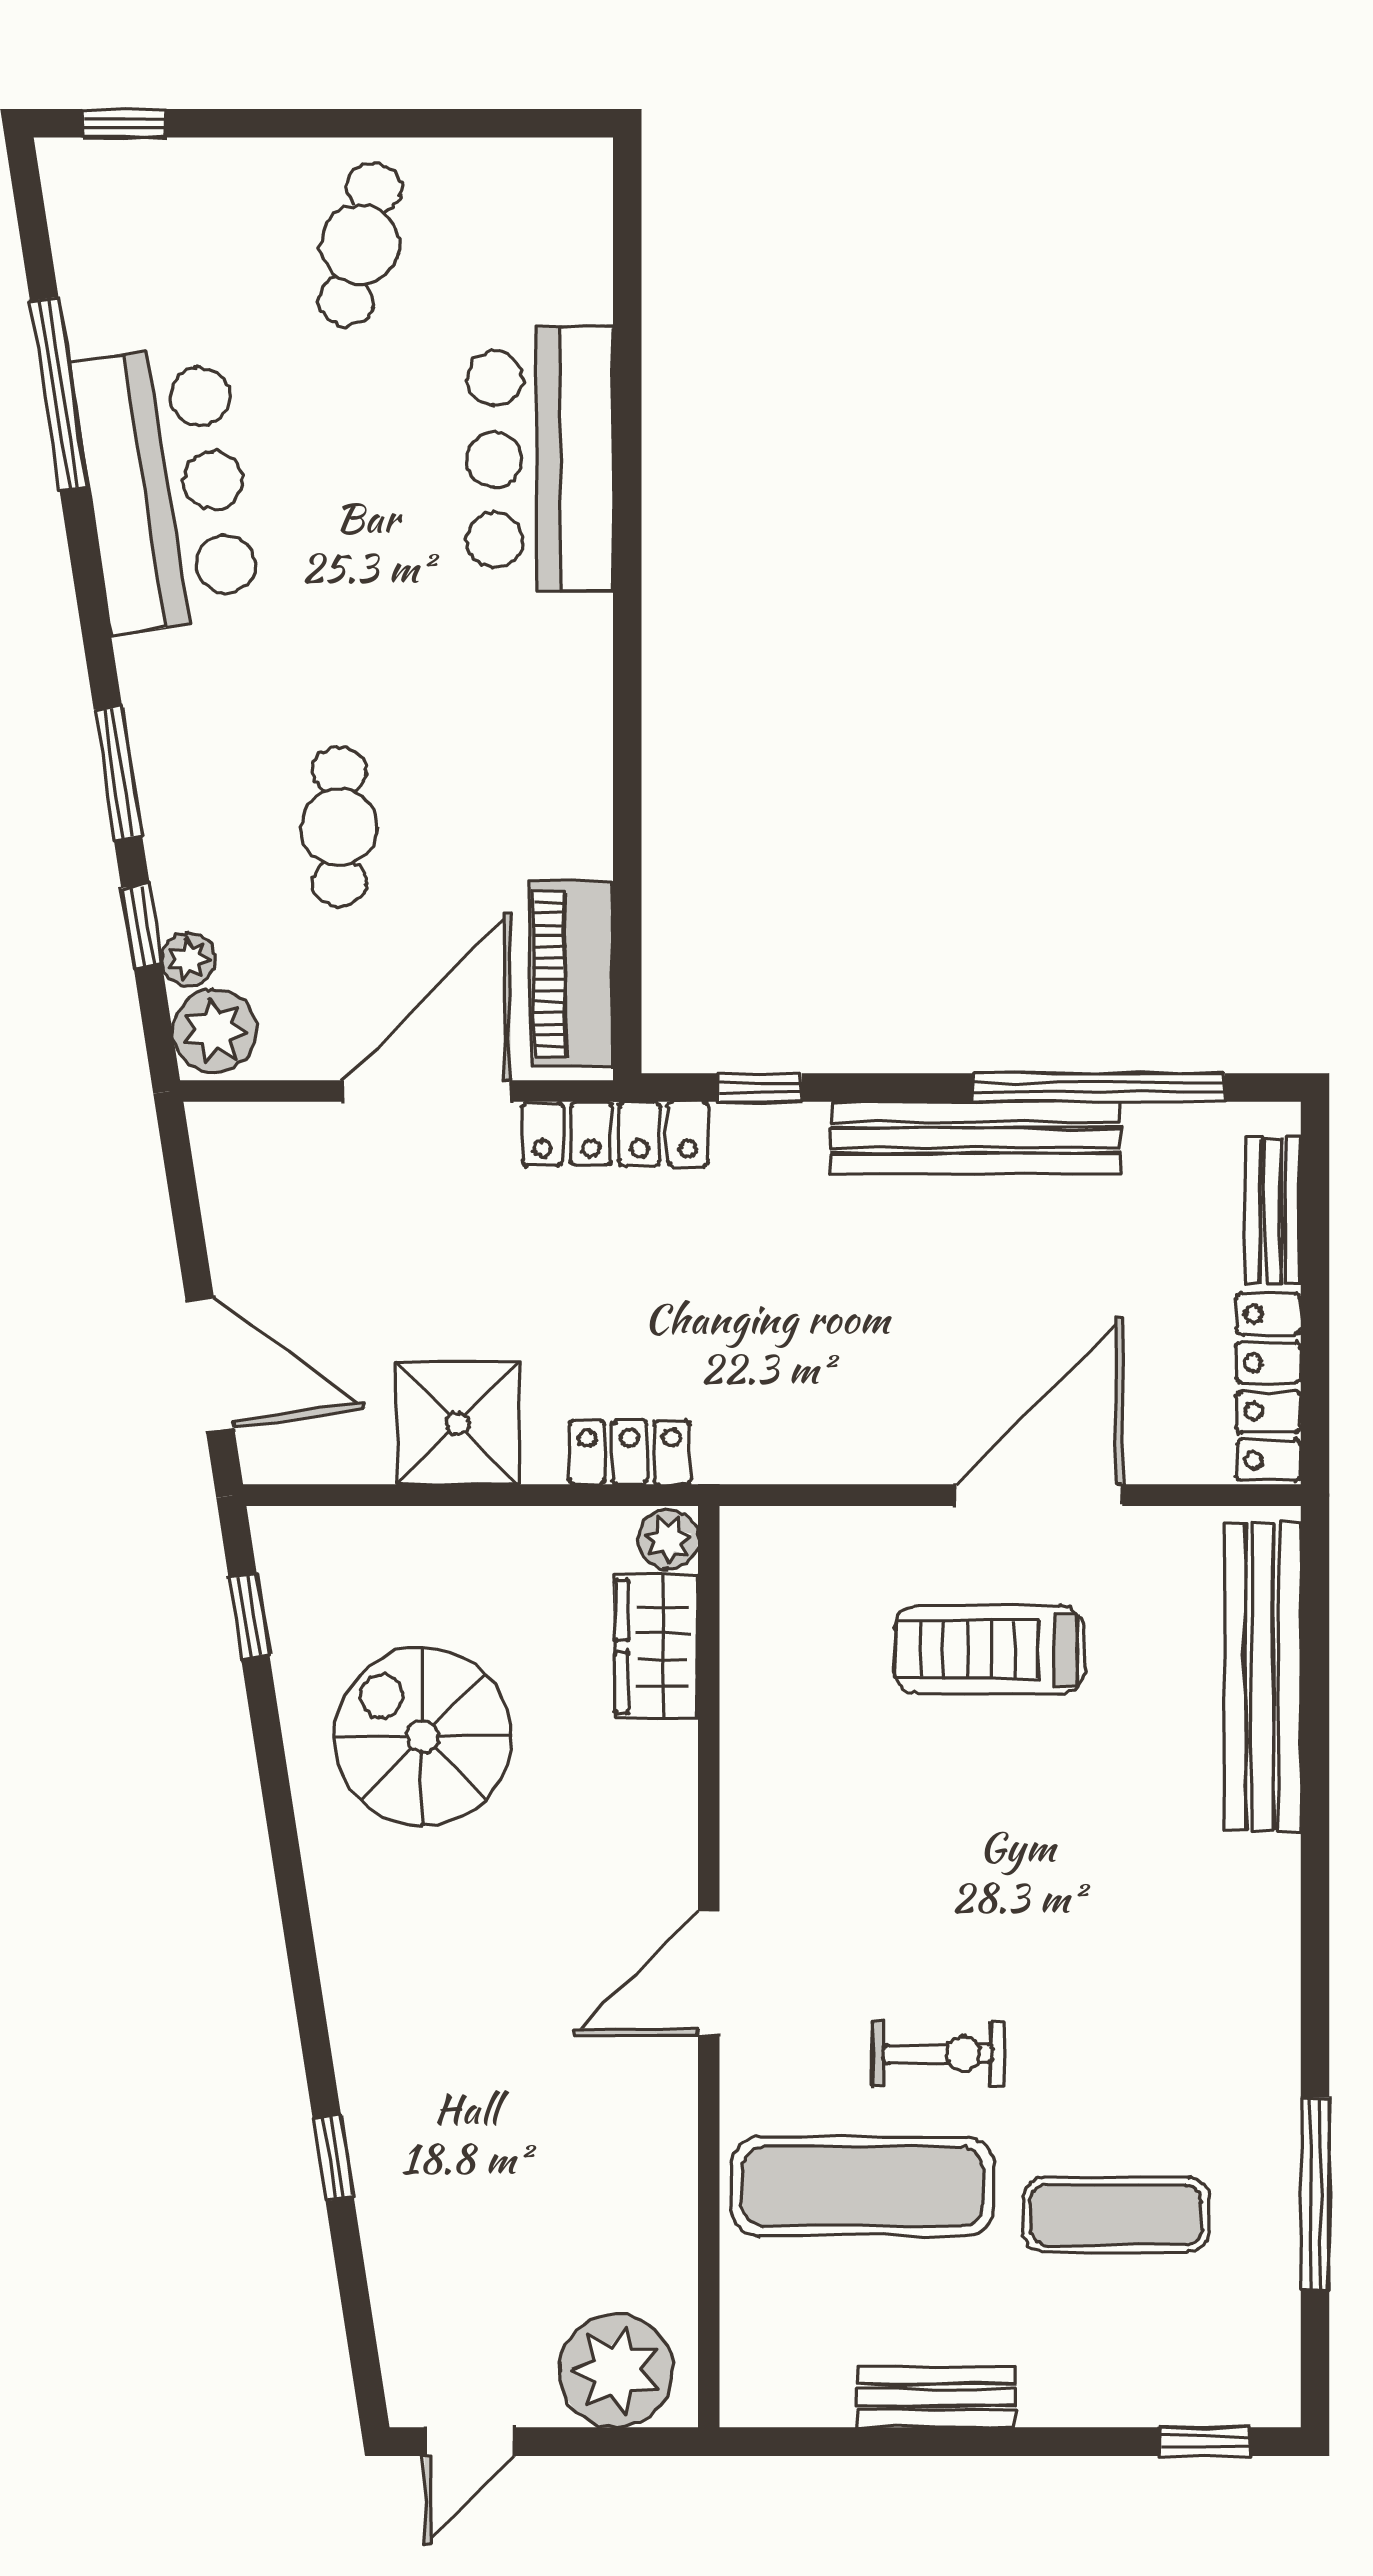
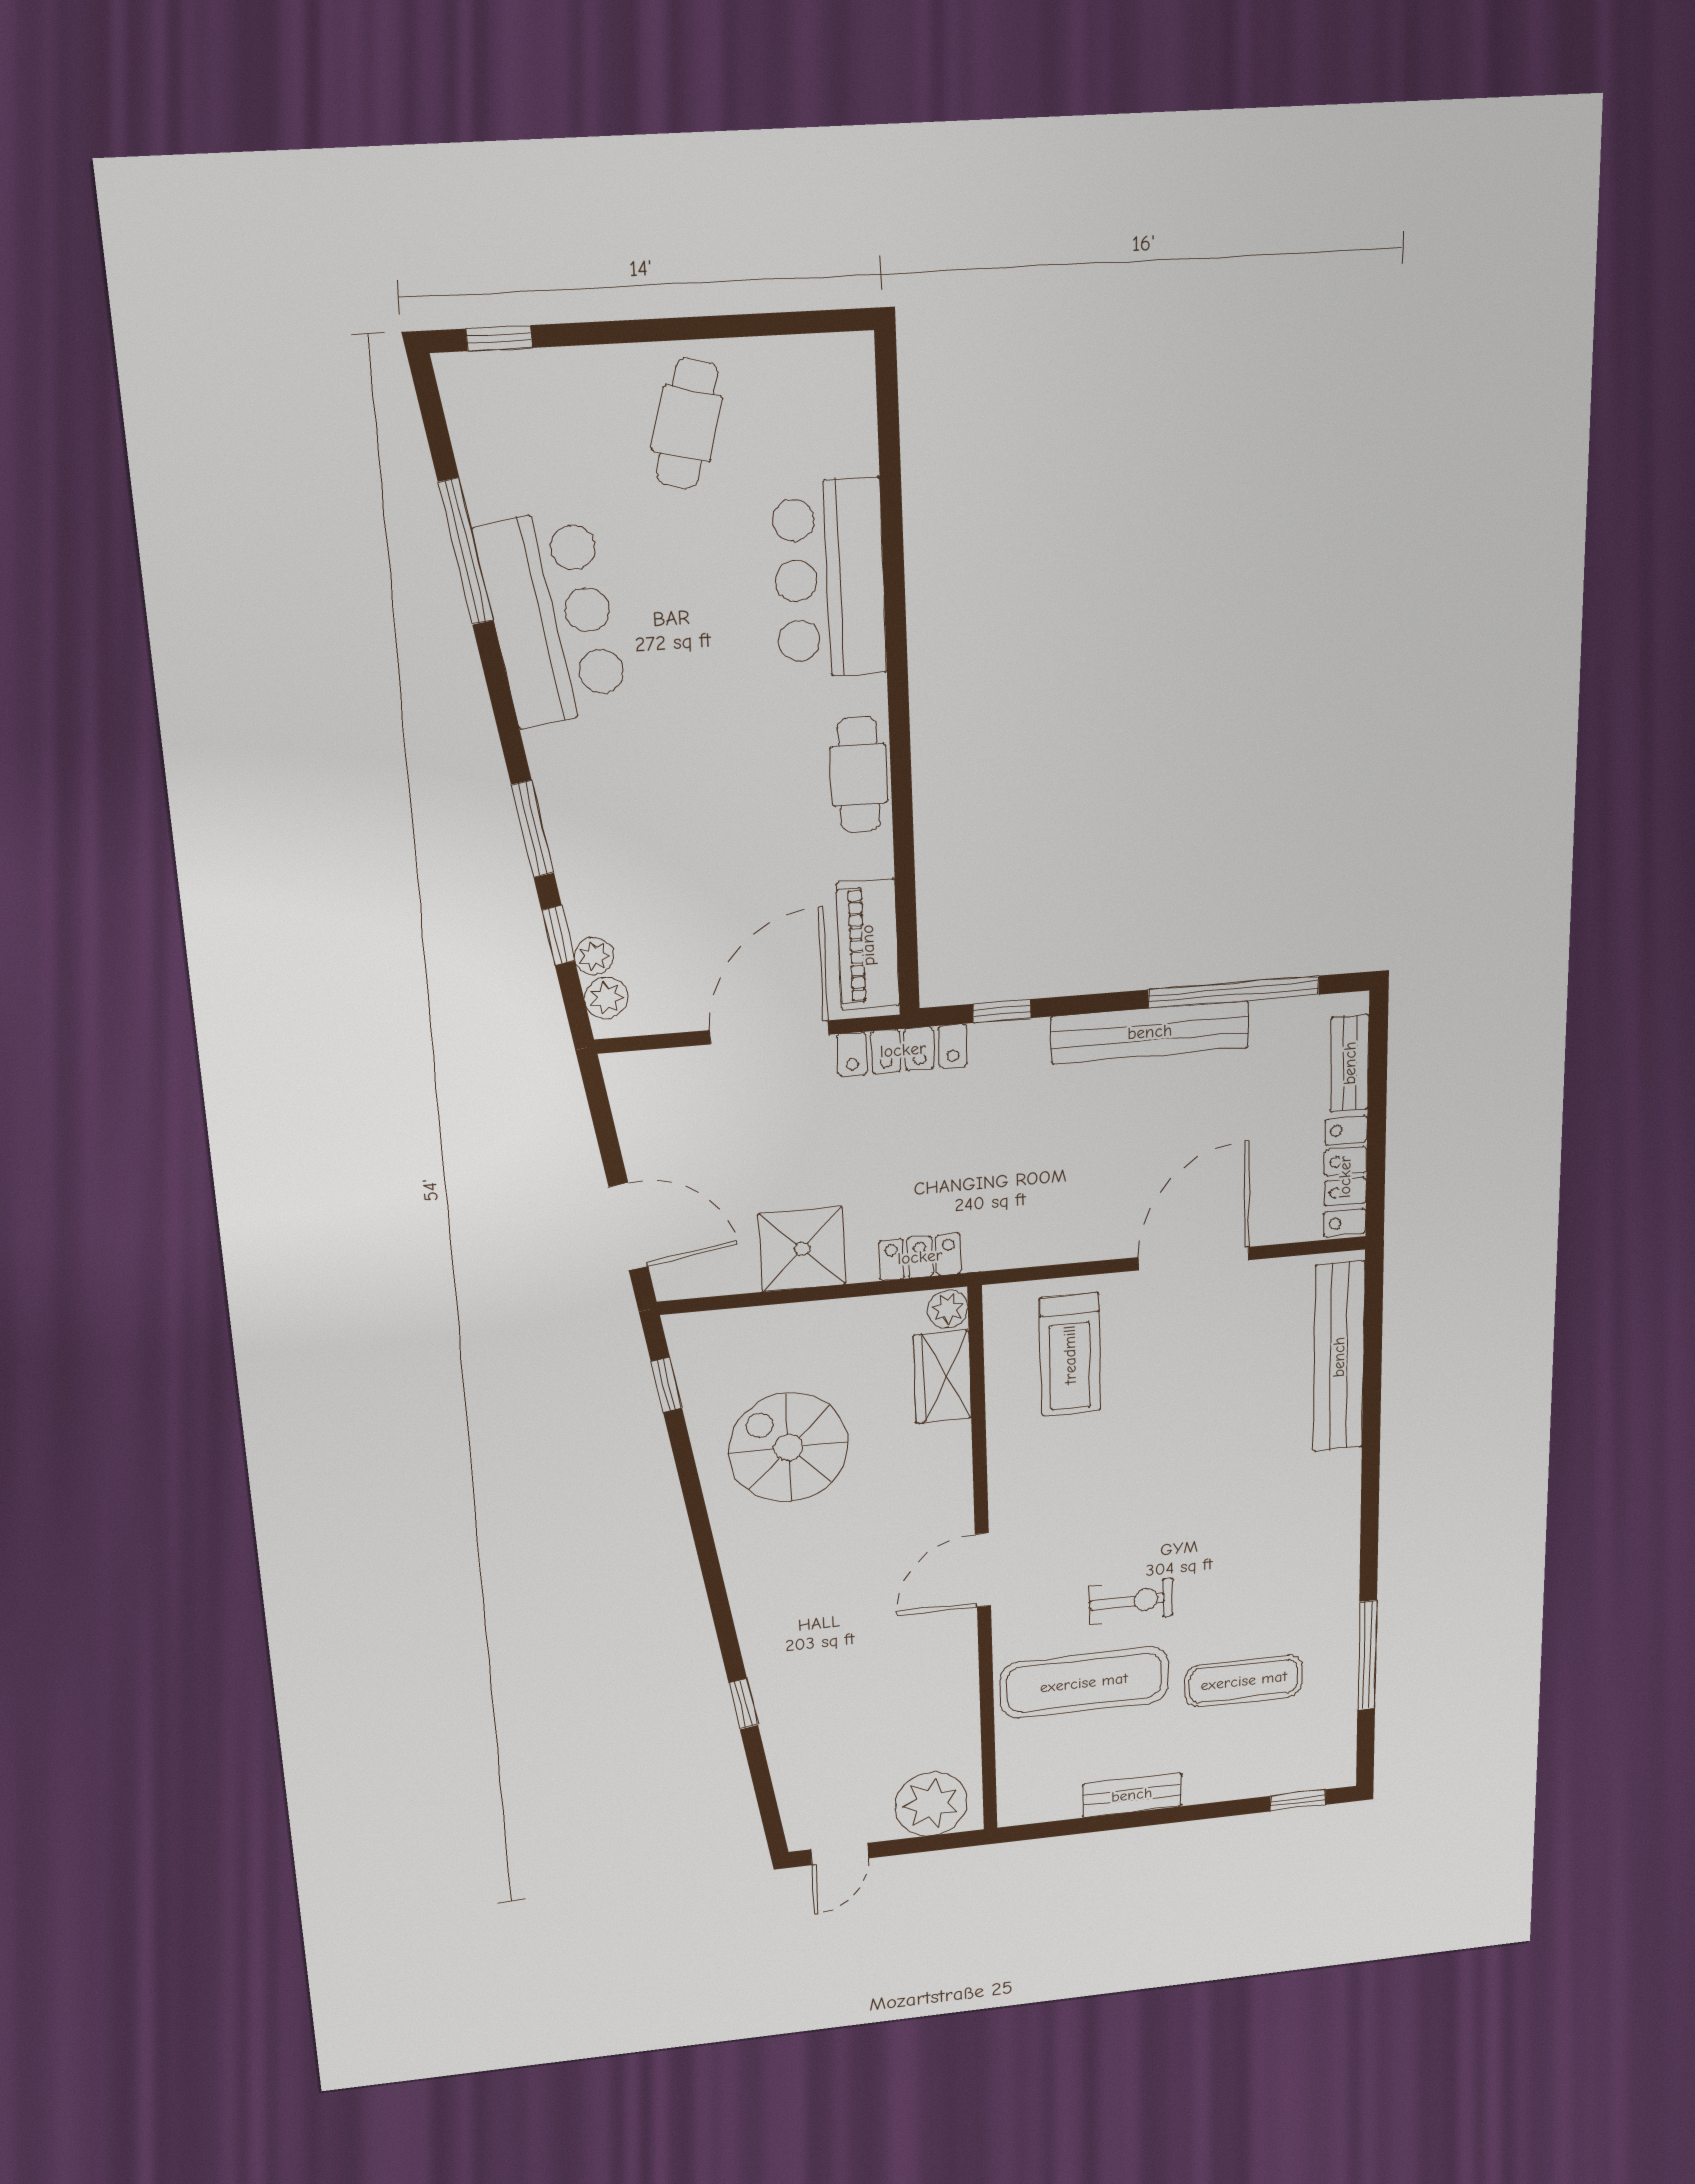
cafe table: (339, 827) -> (859, 775), moved
plant: (214, 1031) -> (606, 998), width x0.73, depth x0.73
treadmill: (989, 1649) -> (1070, 1355), moved, turned -90

